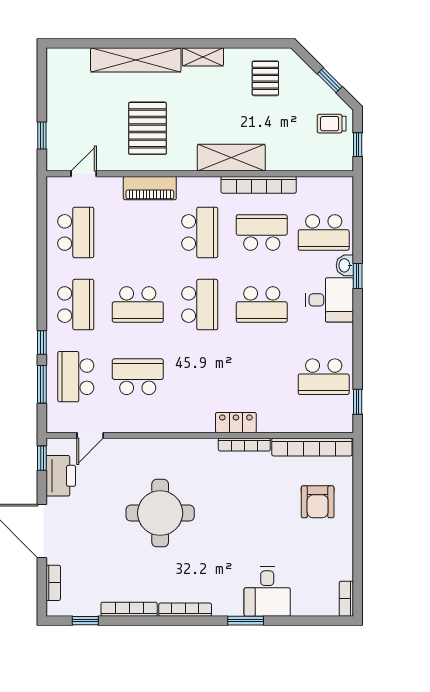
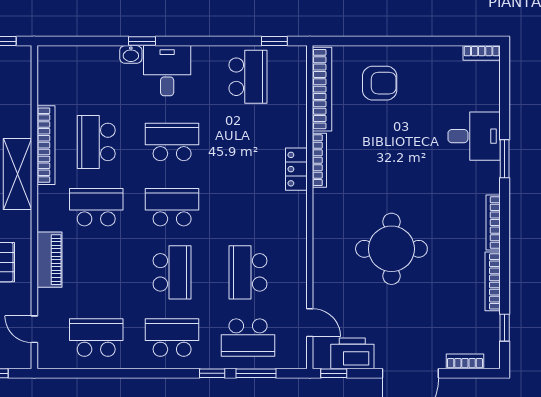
school desk: (324, 232) -> (96, 77), removed
school desk: (262, 305) -> (172, 142), turned -90

